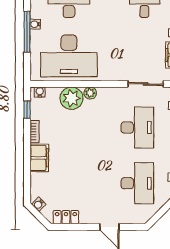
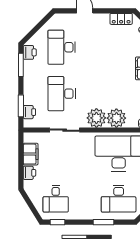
sliding door: (146, 84) -> (65, 130), moved
plant: (90, 93) -> (96, 118), width x1.87, depth x1.87

